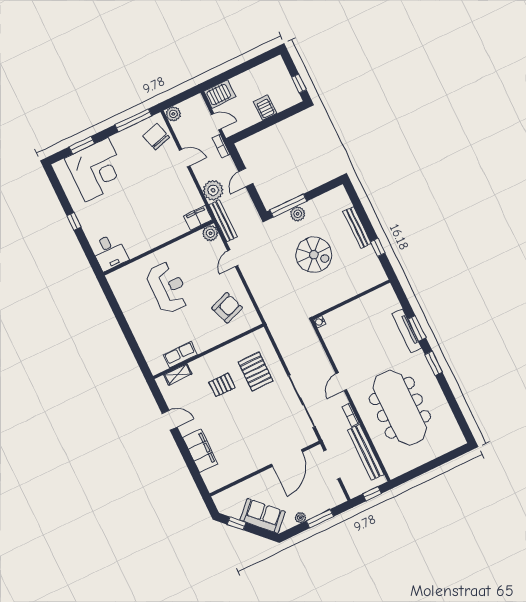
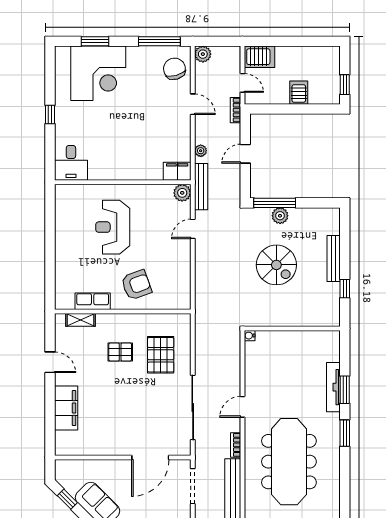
plant: (213, 190) -> (201, 151), width x0.53, depth x0.53
reception desk: (168, 288) -> (113, 227), turned 180
armchair: (227, 308) -> (136, 285), moved

